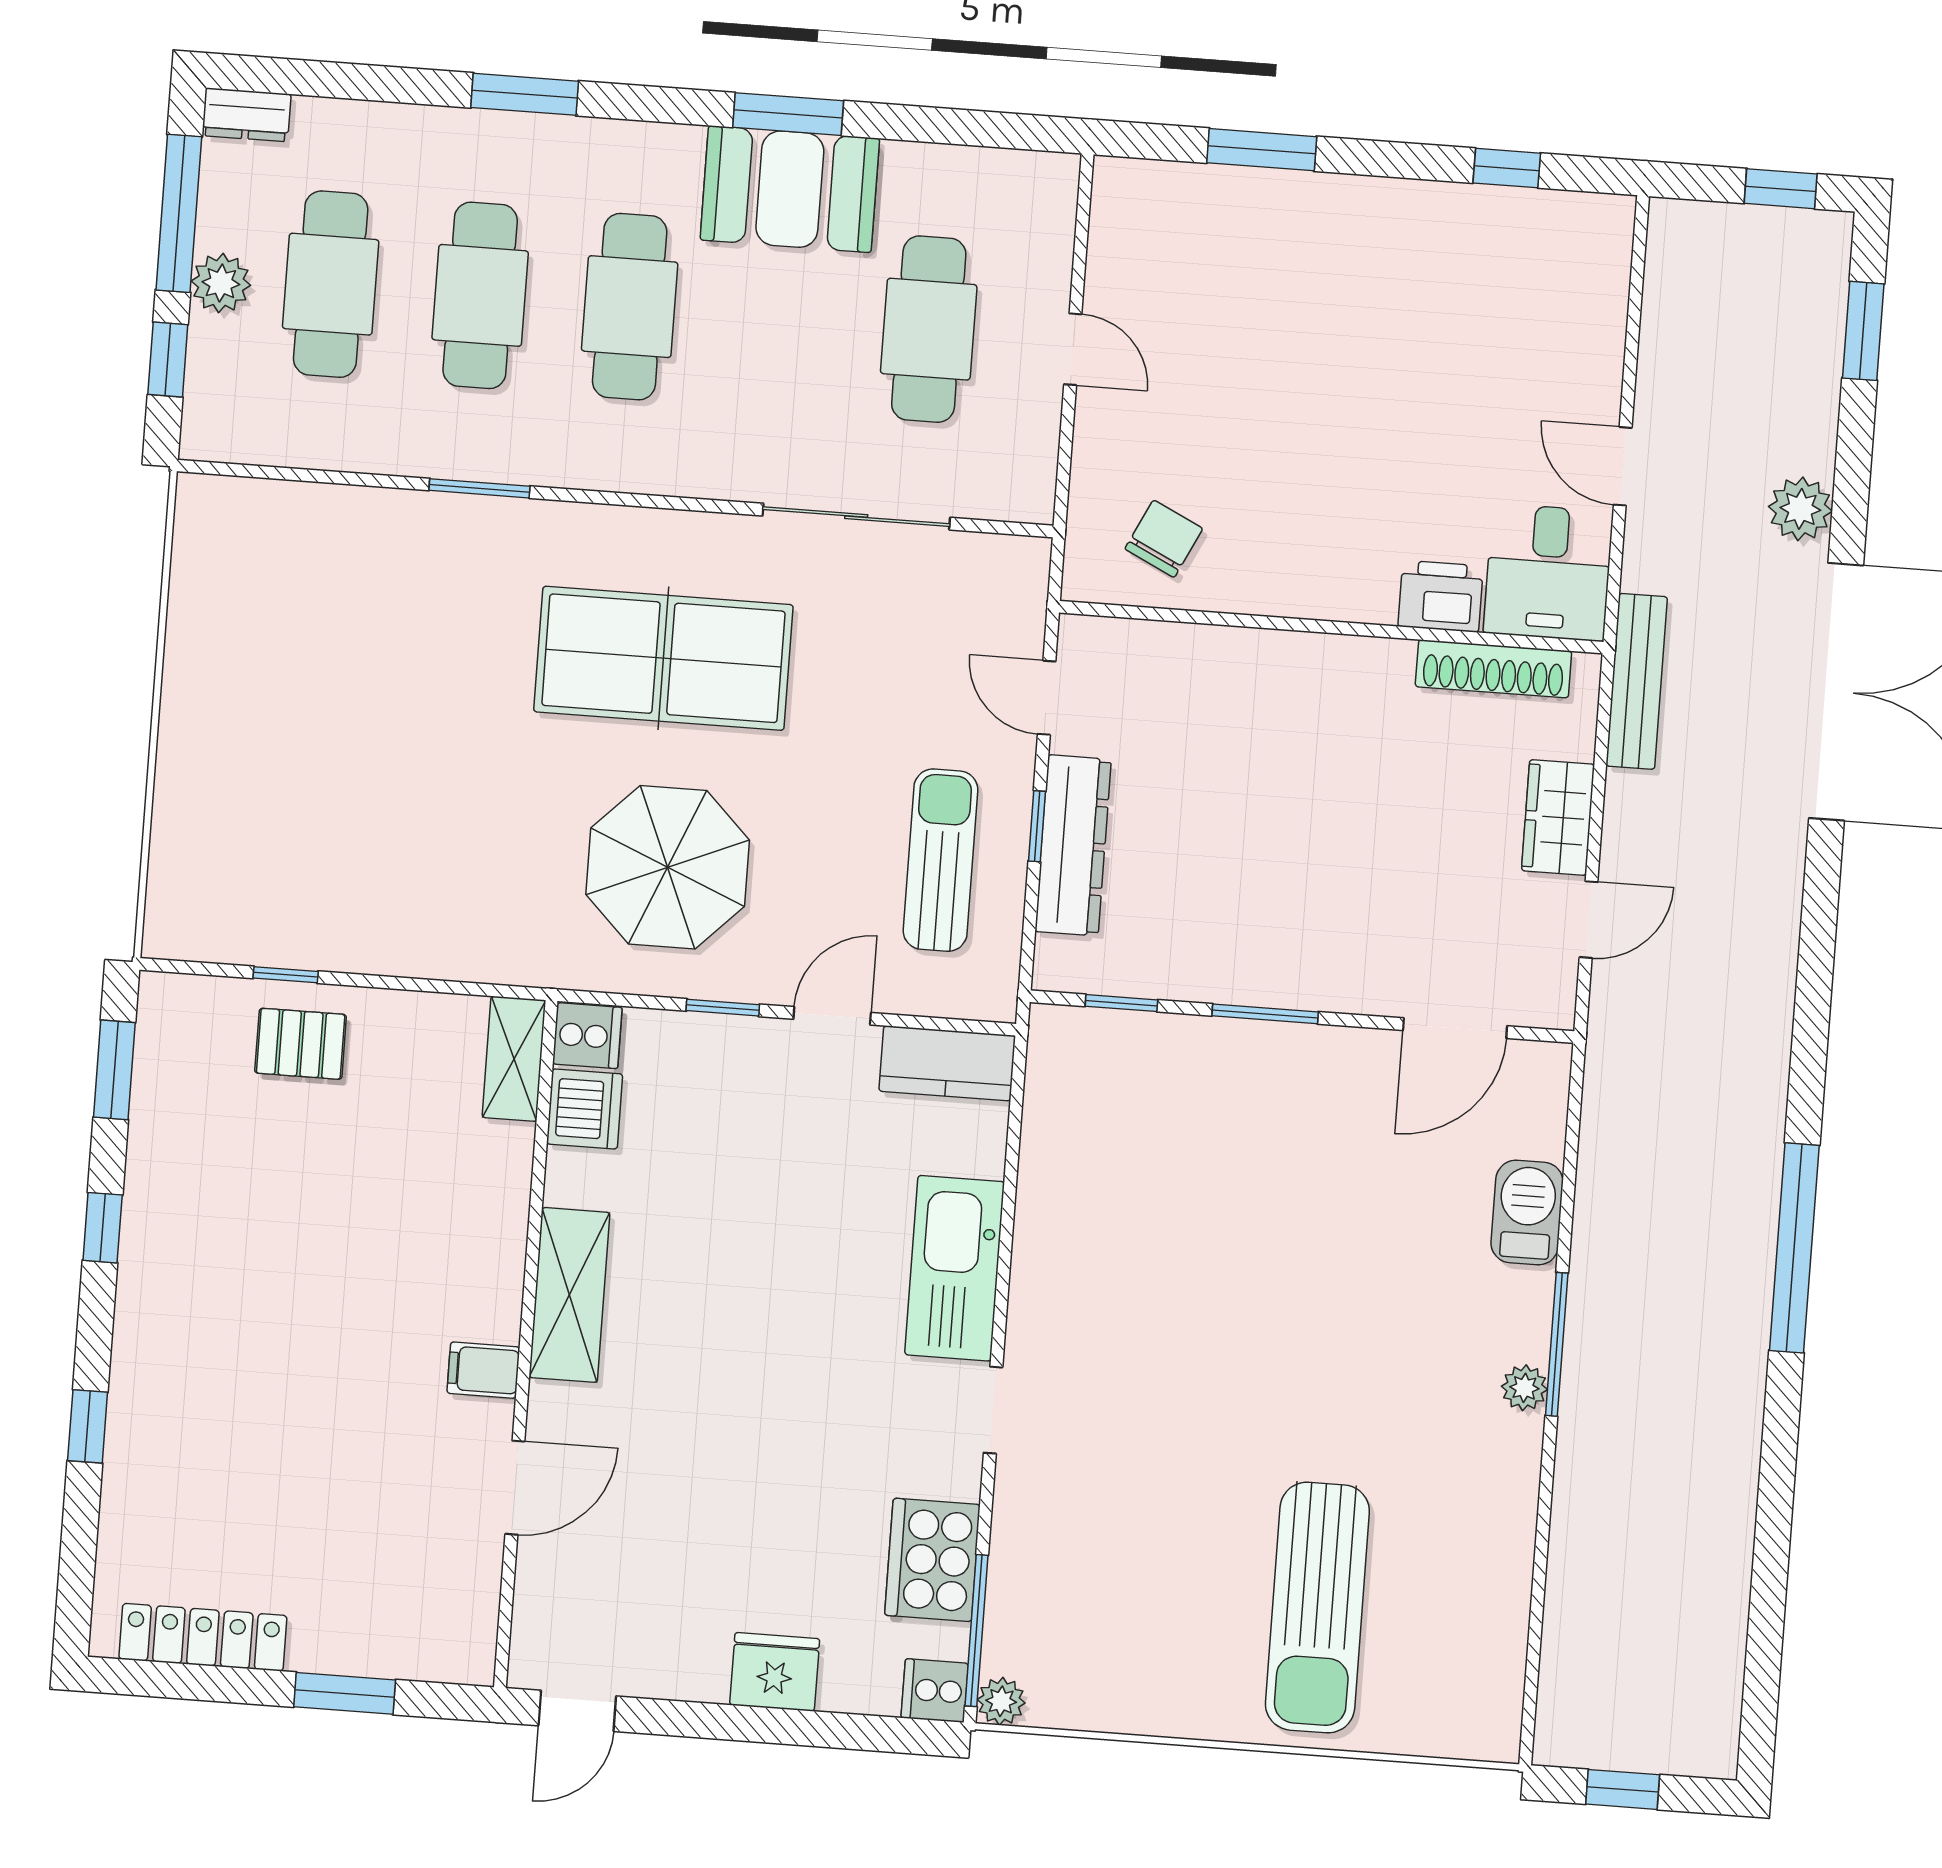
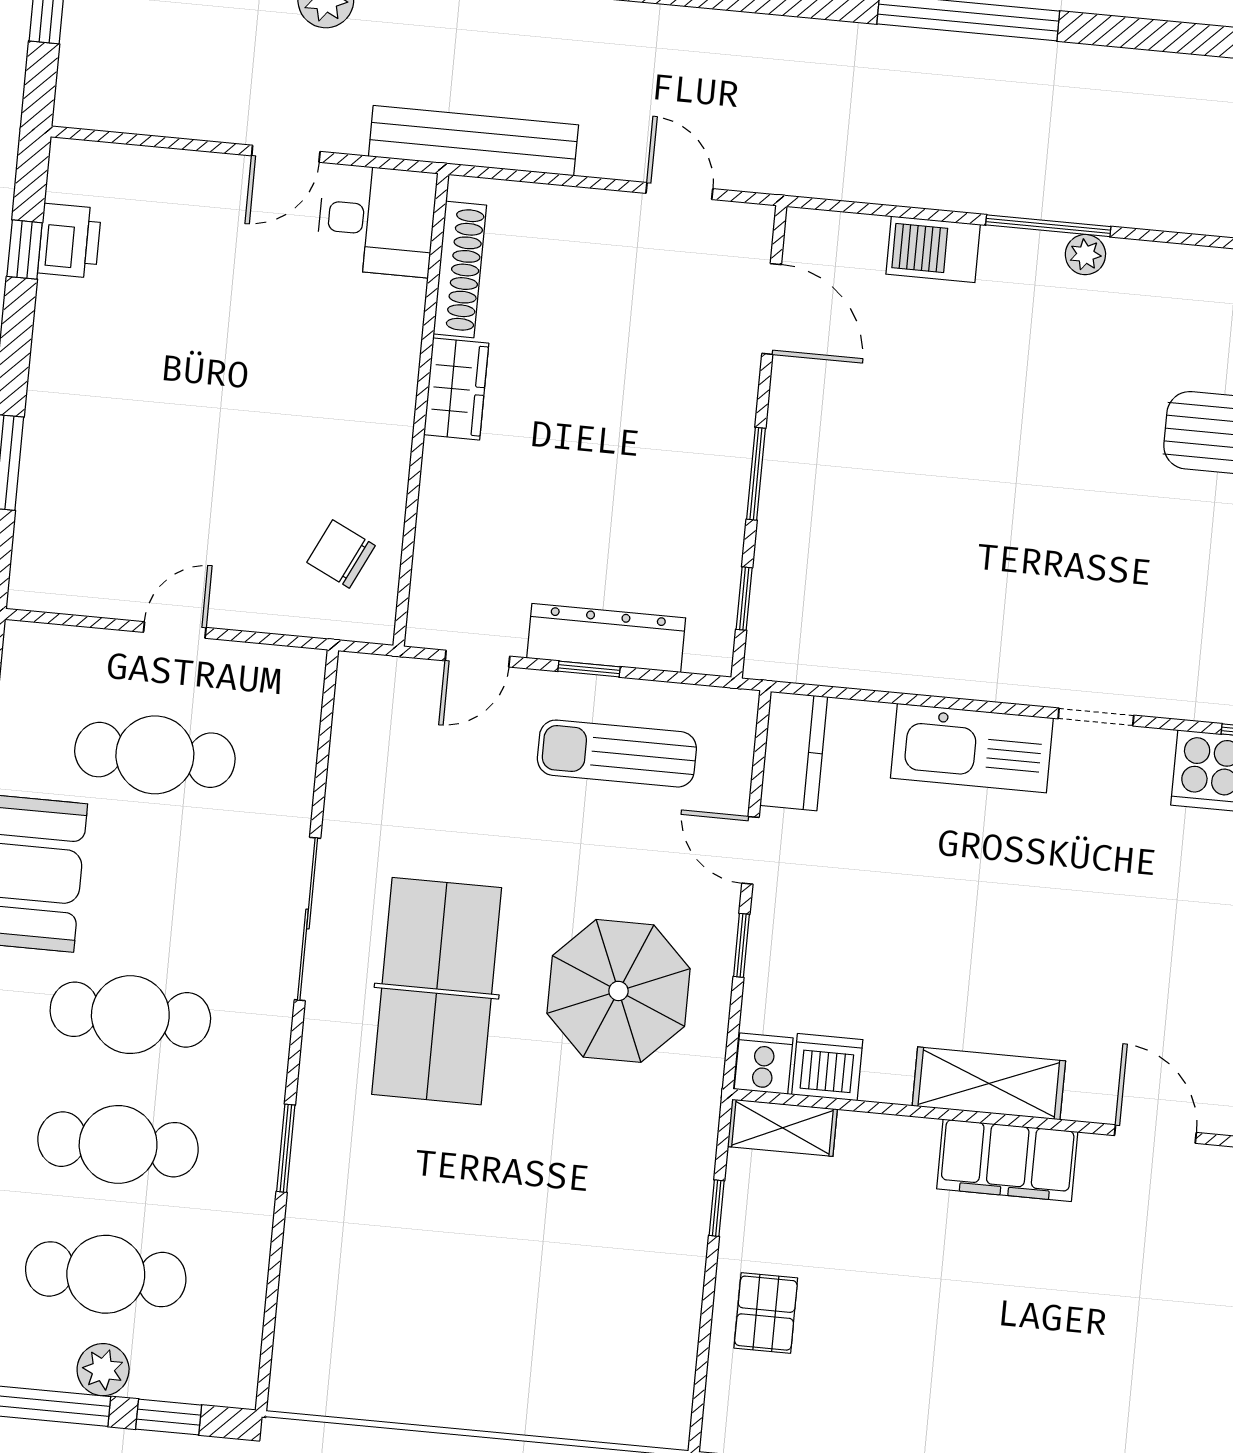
sliding door: (856, 517) -> (307, 919), moved
printer: (1441, 596) -> (70, 241), moved, turned 180
bench: (1637, 681) -> (473, 141), width x1.37, depth x1.21
wardrobe: (1558, 817) -> (456, 389), moved, turned -90
window: (286, 975) -> (717, 1208), moved
filing cabinet: (483, 1370) -> (1007, 1160), width x3.00, depth x1.17

